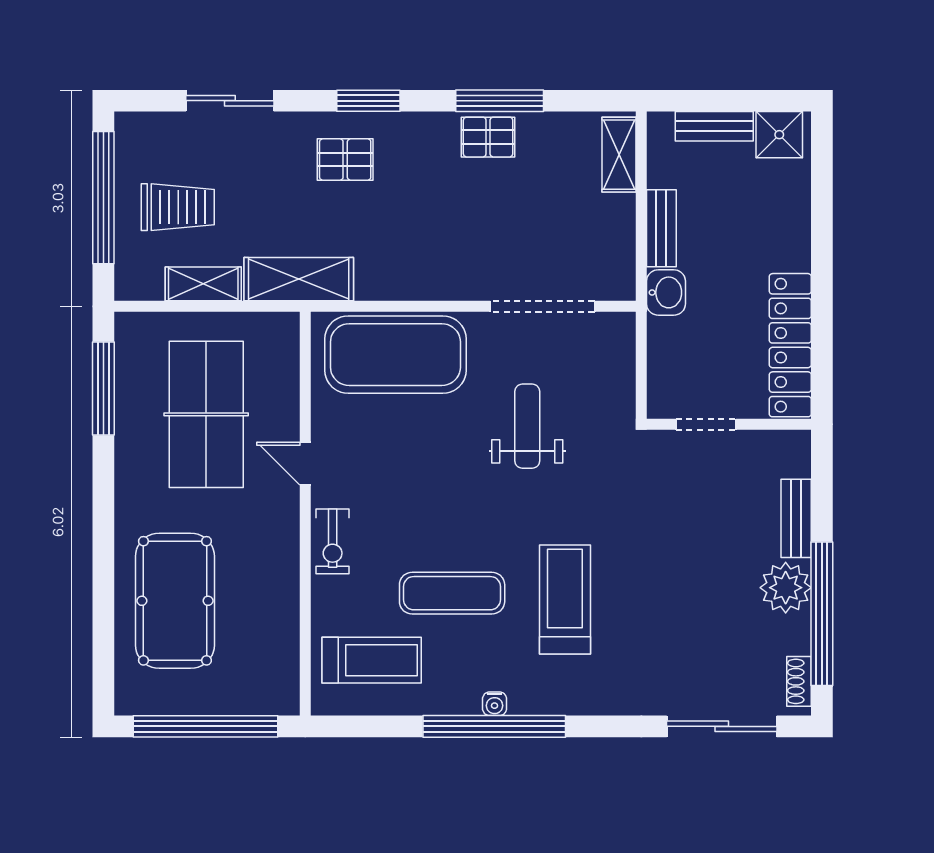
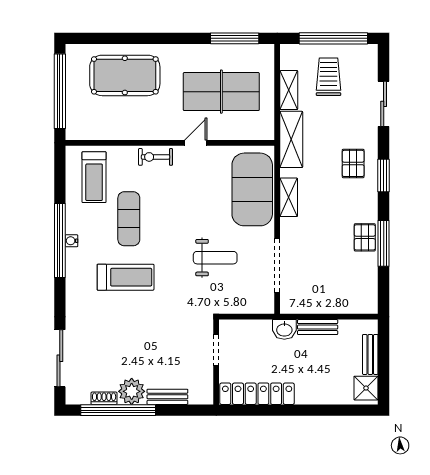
shelving: (619, 155) -> (289, 197), moved, turned 90
trolley: (178, 207) -> (328, 77), turned 180
shoe rack: (799, 681) -> (104, 398), moved

